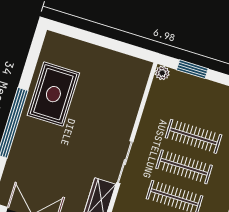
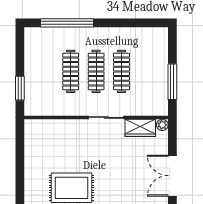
plant: (162, 73) -> (30, 110), removed

